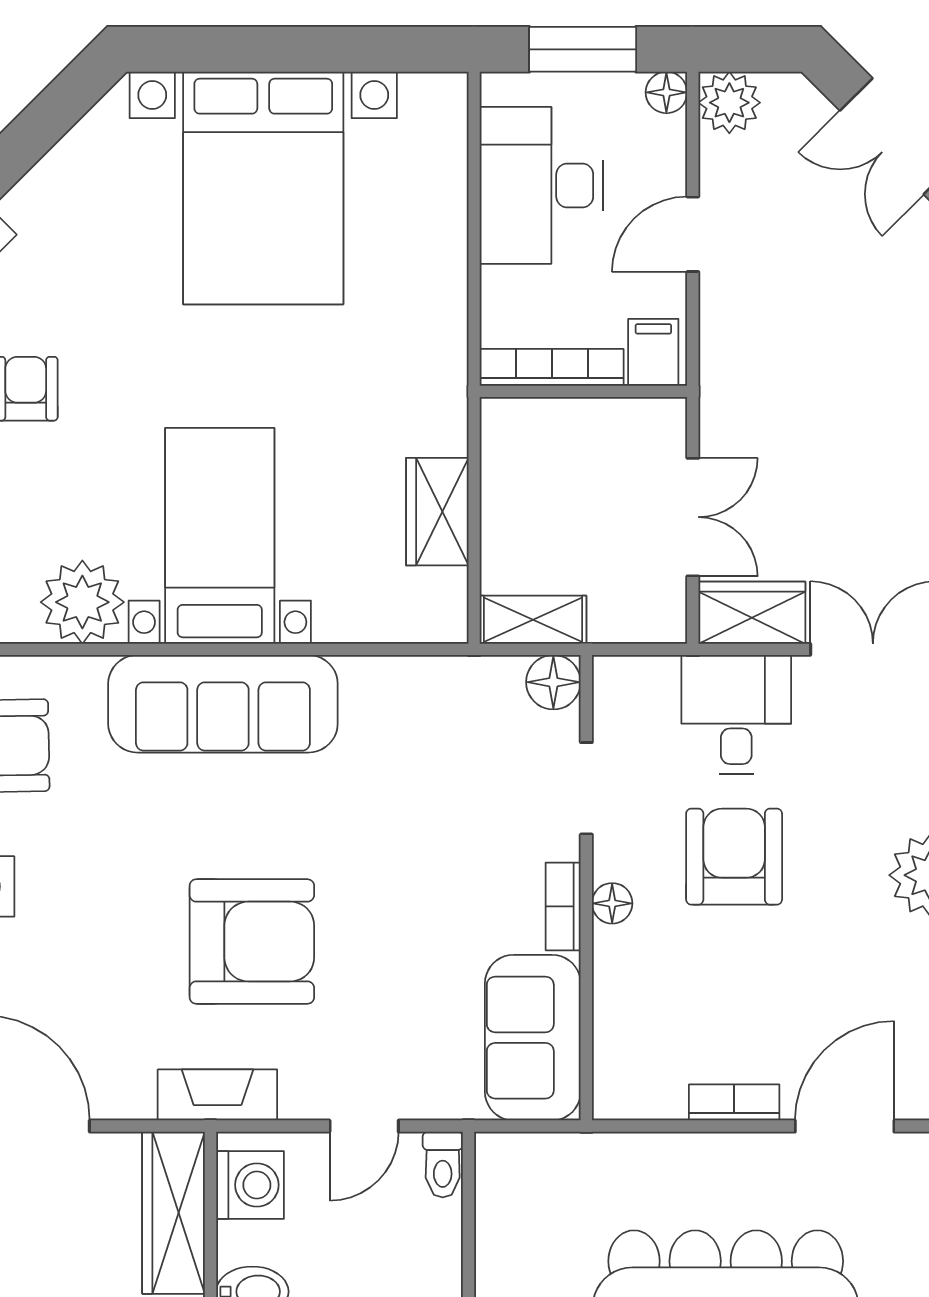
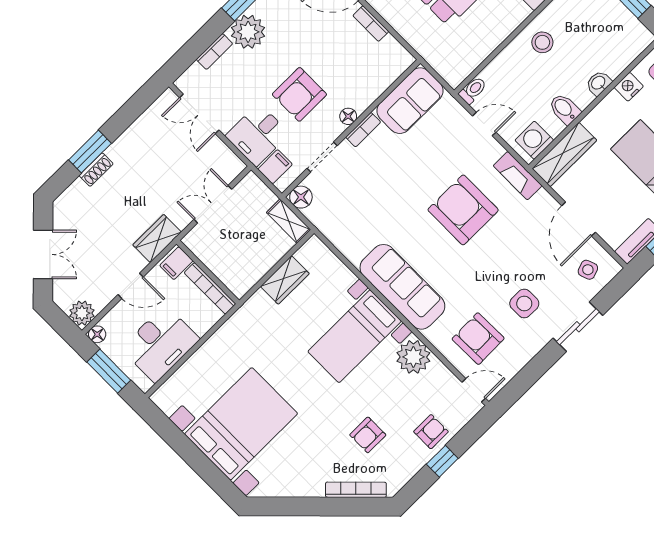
wardrobe: (752, 613) -> (157, 238), moved, turned 90
filing cabinet: (651, 690) -> (275, 167), added

